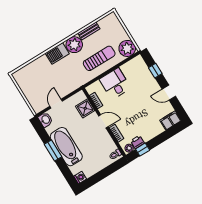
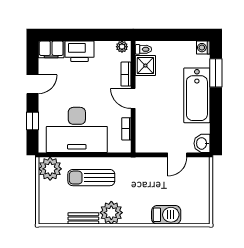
barbecue: (57, 53) -> (166, 215), moved
desk: (115, 84) -> (77, 130), width x1.87, depth x1.30
door: (169, 93) -> (32, 84), hinge flipped
shower: (85, 108) -> (145, 66), moved
printer: (137, 142) -> (79, 51), moved, width x1.87, depth x1.48
window: (143, 150) -> (107, 35), removed
window: (53, 151) -> (216, 73), moved

